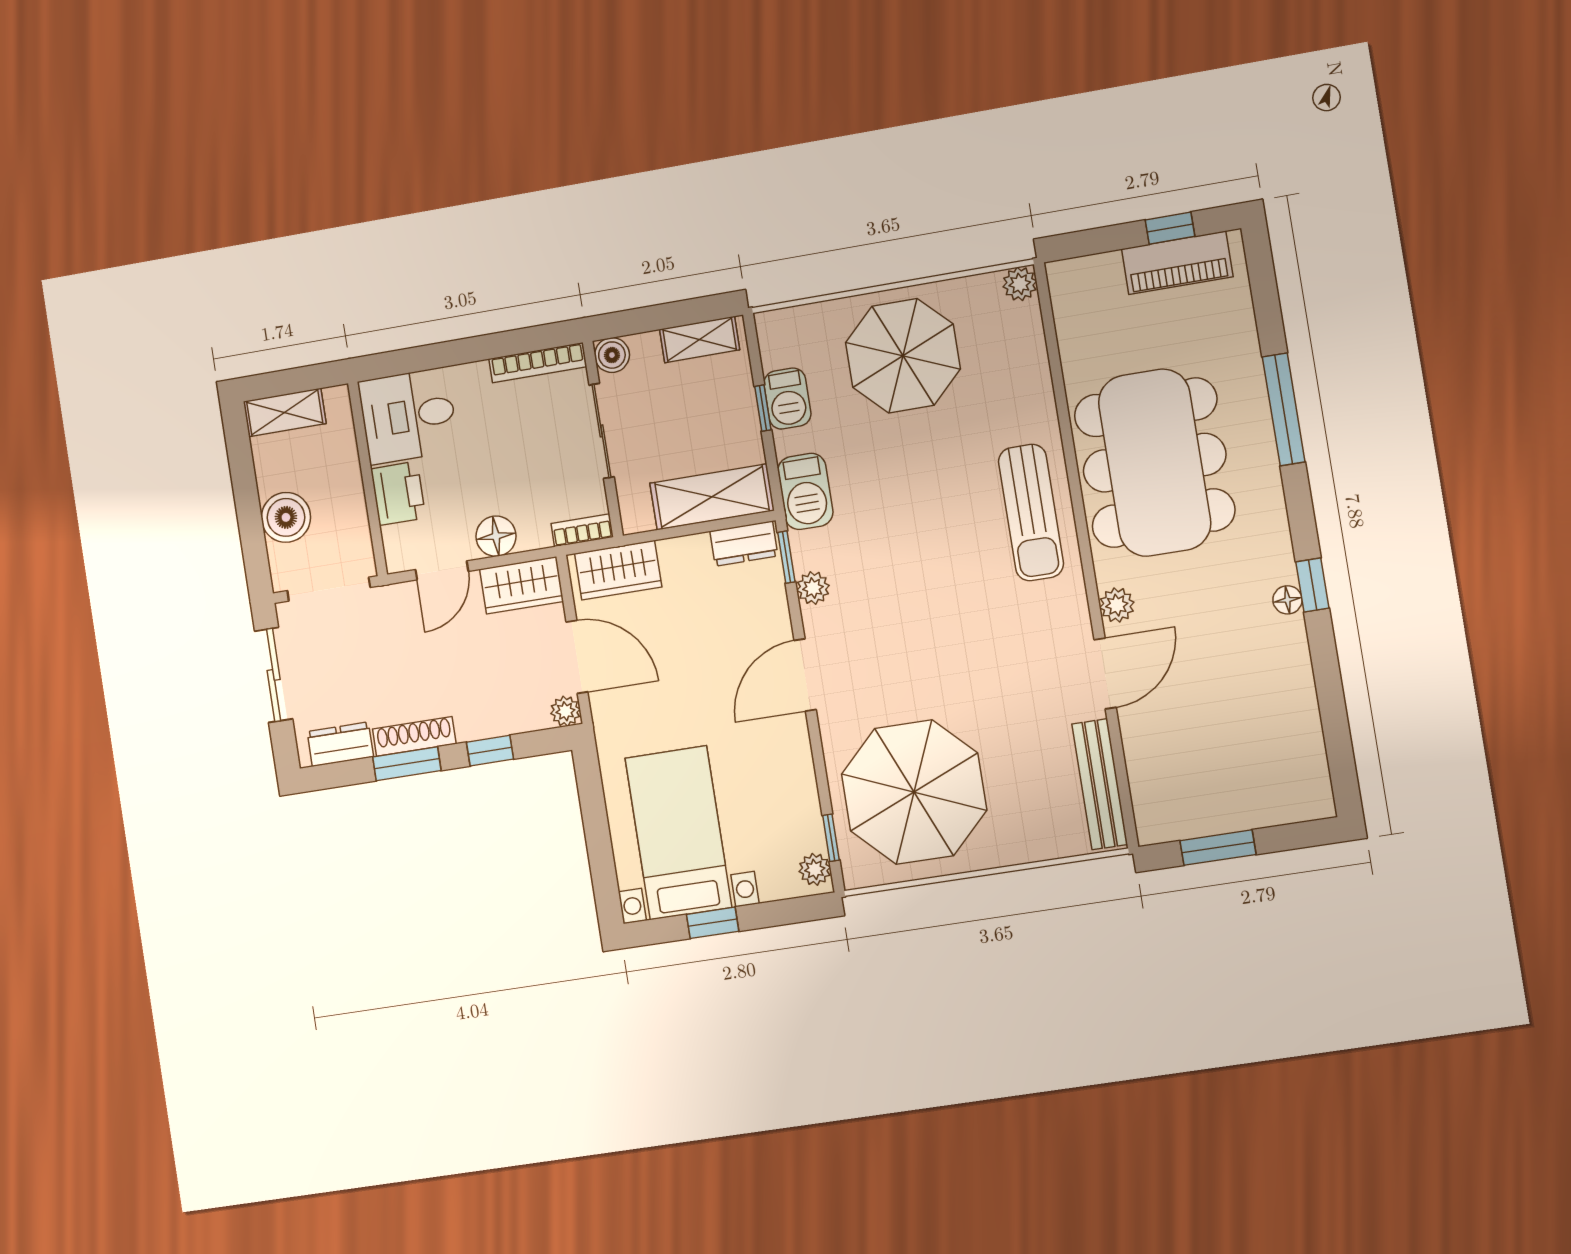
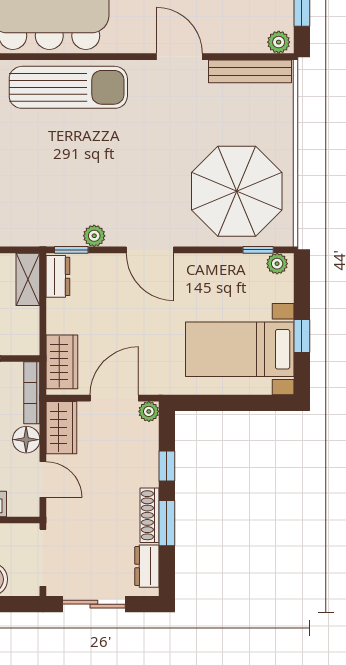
barbecue: (805, 491) -> (31, 231), removed
shelving: (712, 497) -> (28, 279), width x0.67, depth x0.75
sun lounger: (1031, 513) -> (68, 87), width x1.36, depth x1.34
bookcase: (582, 530) -> (32, 393), width x1.56
plant: (1117, 605) -> (279, 42), moved

